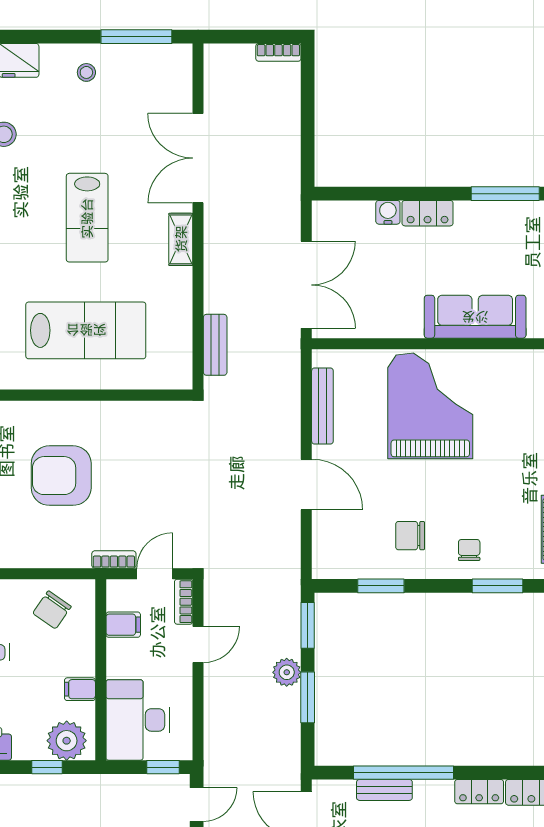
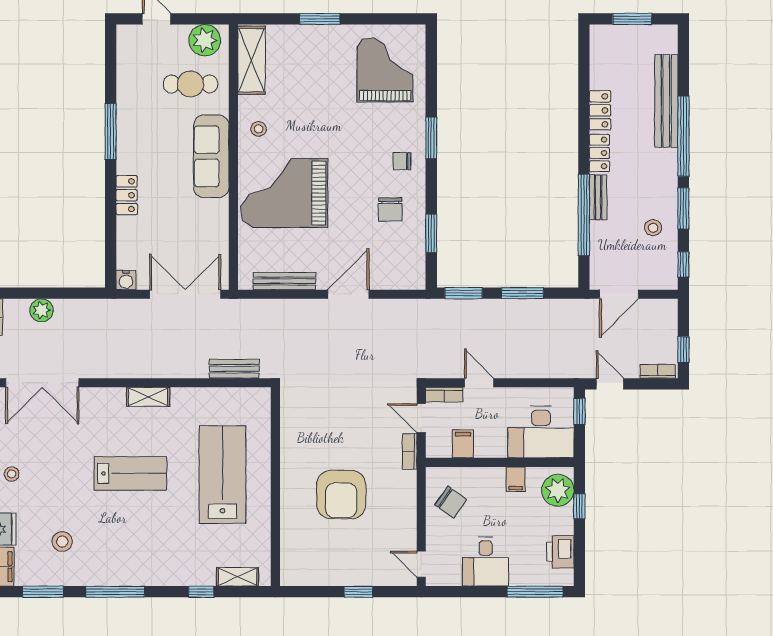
double door: (198, 158) -> (42, 383), moved
water cooler: (388, 212) -> (126, 280), moved, turned -90
stool: (509, 375) -> (259, 129), added
plant: (287, 672) -> (42, 310), moved
bench: (384, 790) -> (598, 197), moved

